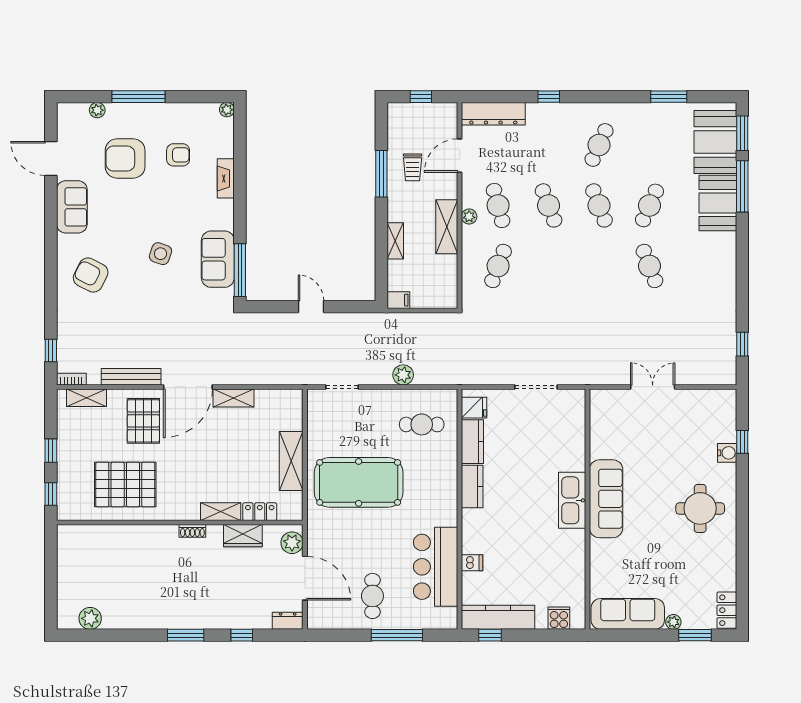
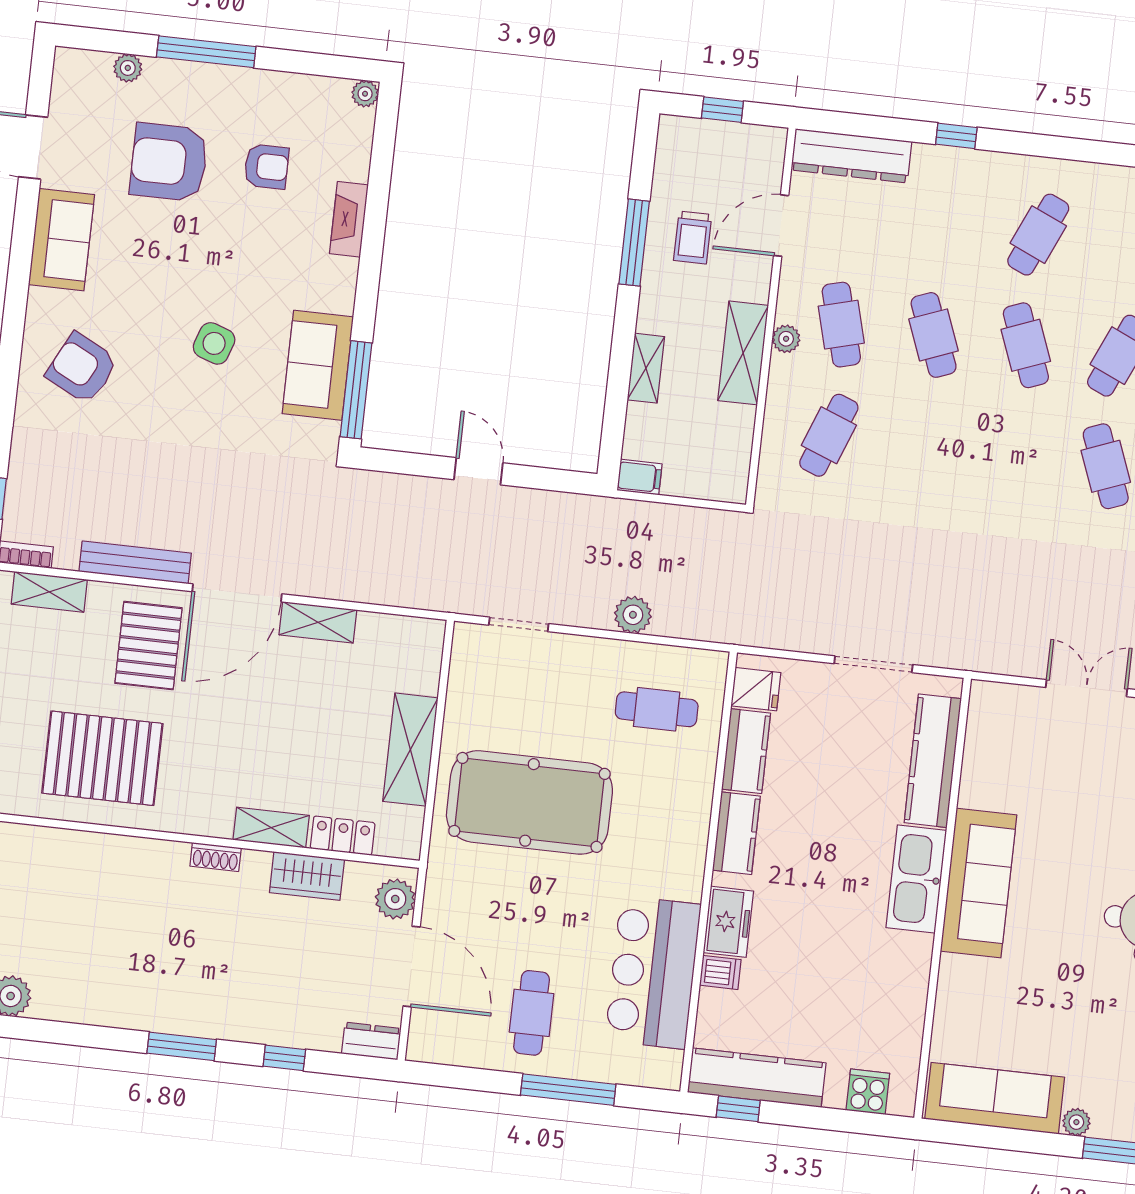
kitchen counter: (574, 435) -> (933, 761), added
freezer: (473, 535) -> (728, 922), added

